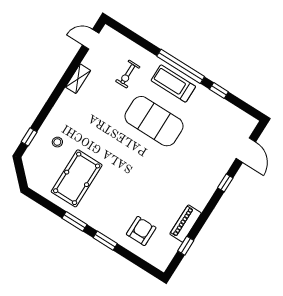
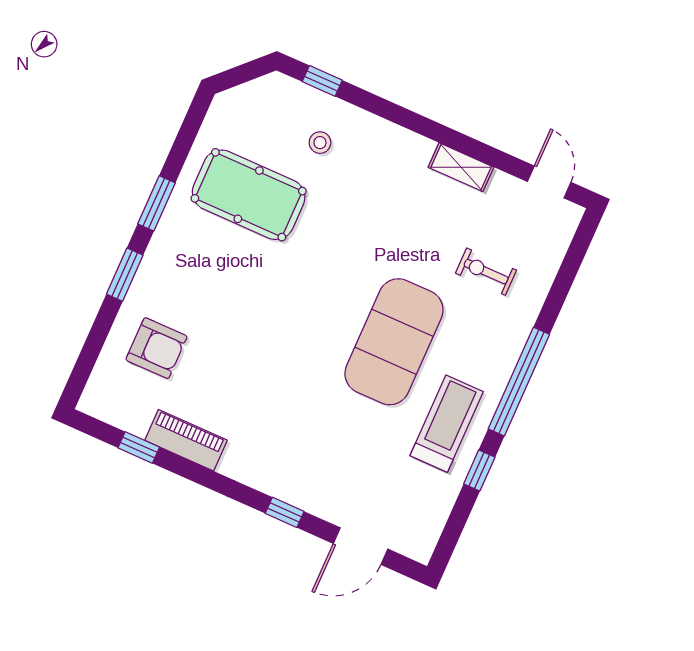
treadmill: (173, 83) -> (447, 424), moved

